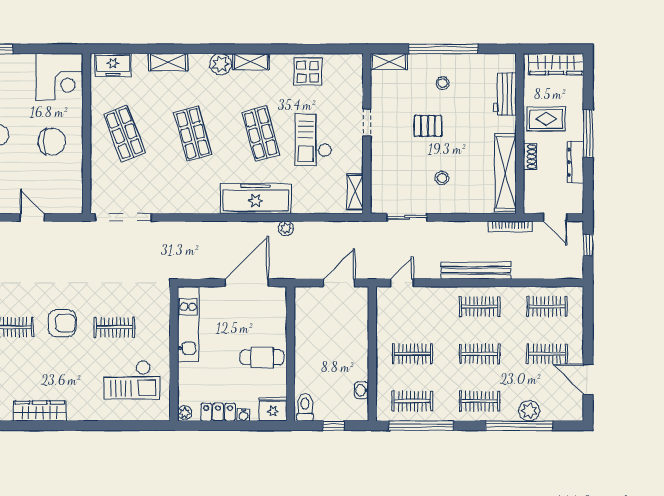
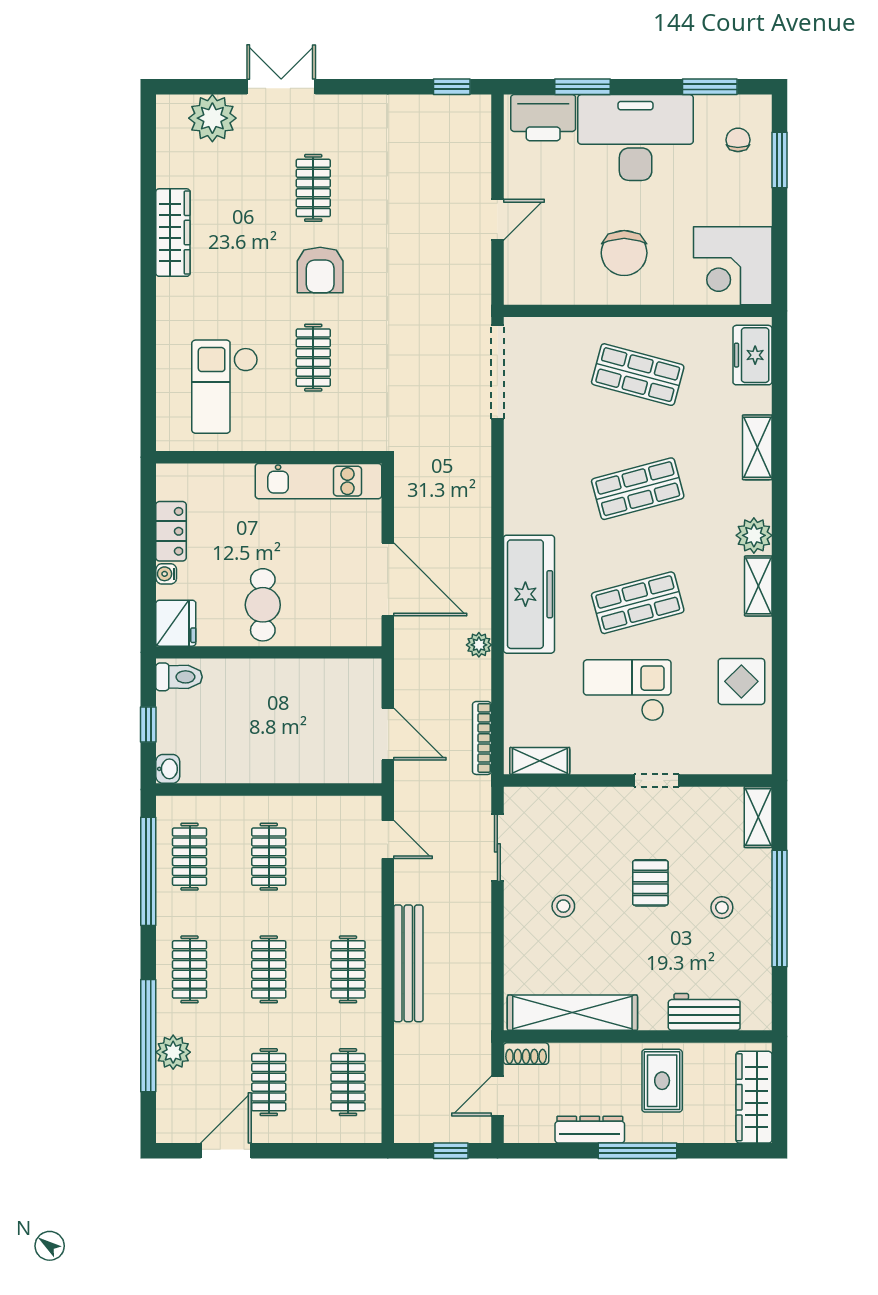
shop shelf: (125, 134) -> (638, 375), turned 36
shoe rack: (530, 157) -> (526, 1054), moved
bookcase: (510, 226) -> (482, 738), moved
washbasin: (362, 390) -> (168, 769), moved, turned 90
plant: (185, 413) -> (170, 475), removed

